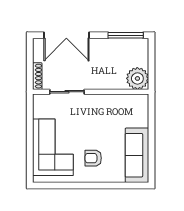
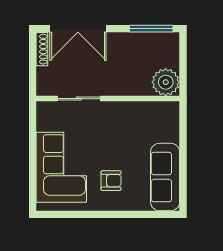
shoe rack: (37, 76) -> (42, 49), moved
armchair: (93, 158) -> (111, 181), turned 180

